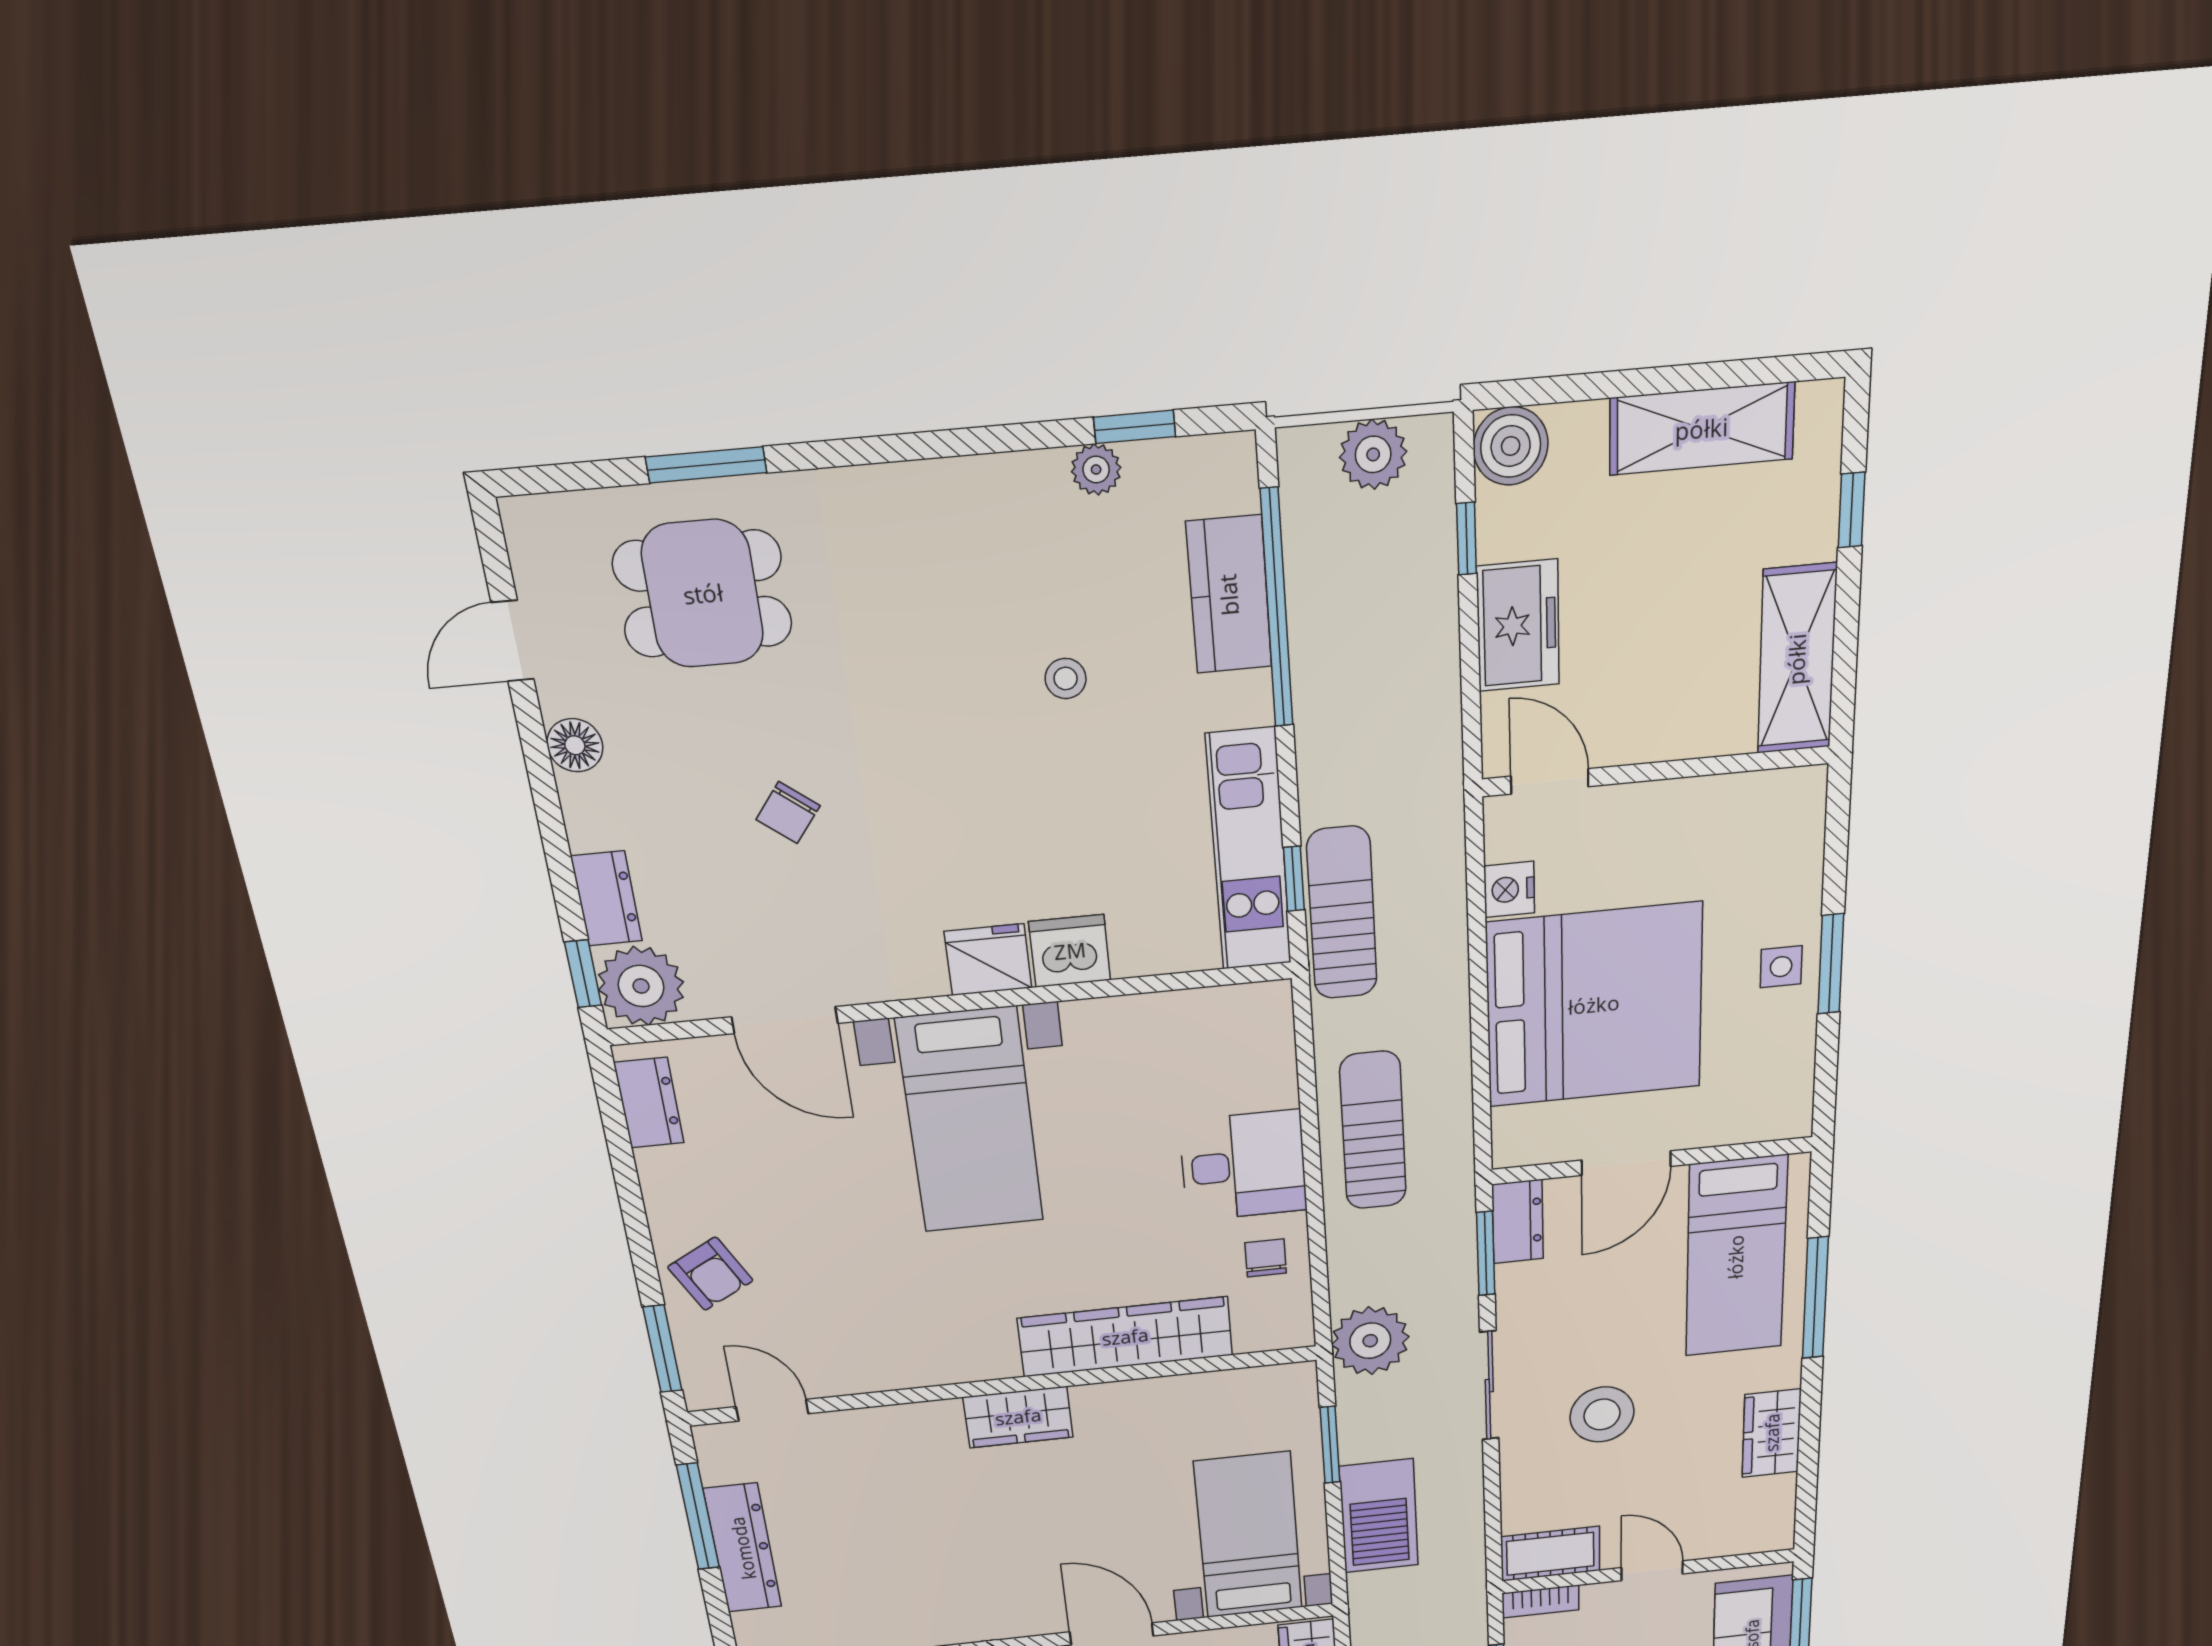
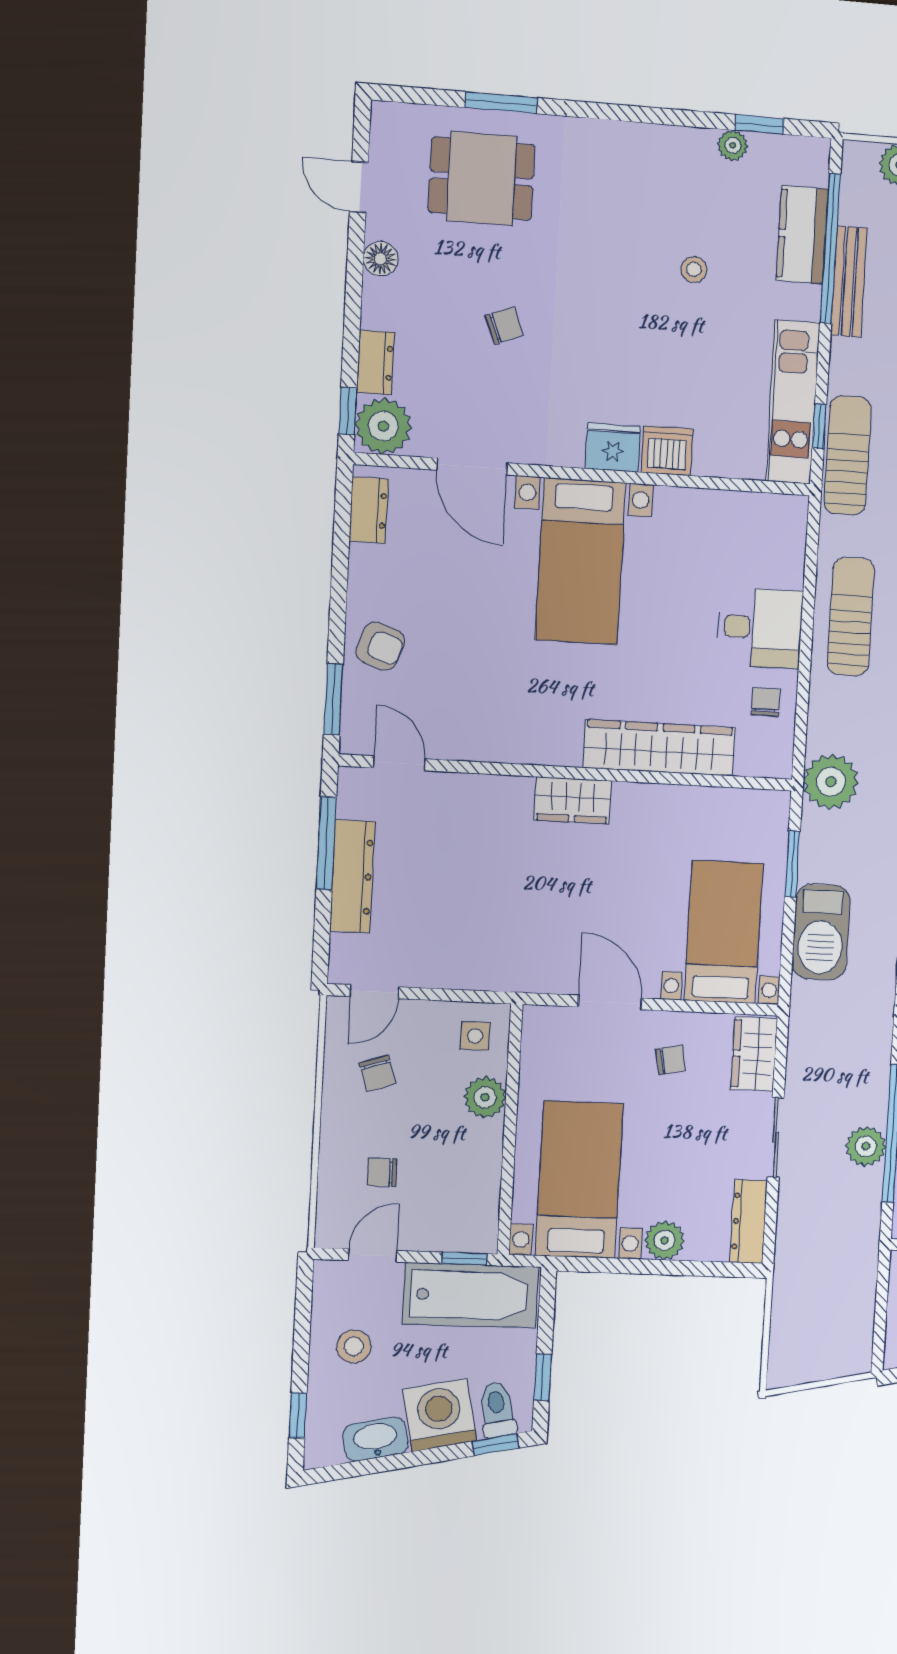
door: (513, 641) -> (359, 187), hinge flipped
bench: (1313, 656) -> (849, 282), added
chair: (788, 813) -> (504, 326), turned -149
armchair: (710, 1274) -> (380, 646), turned -44

